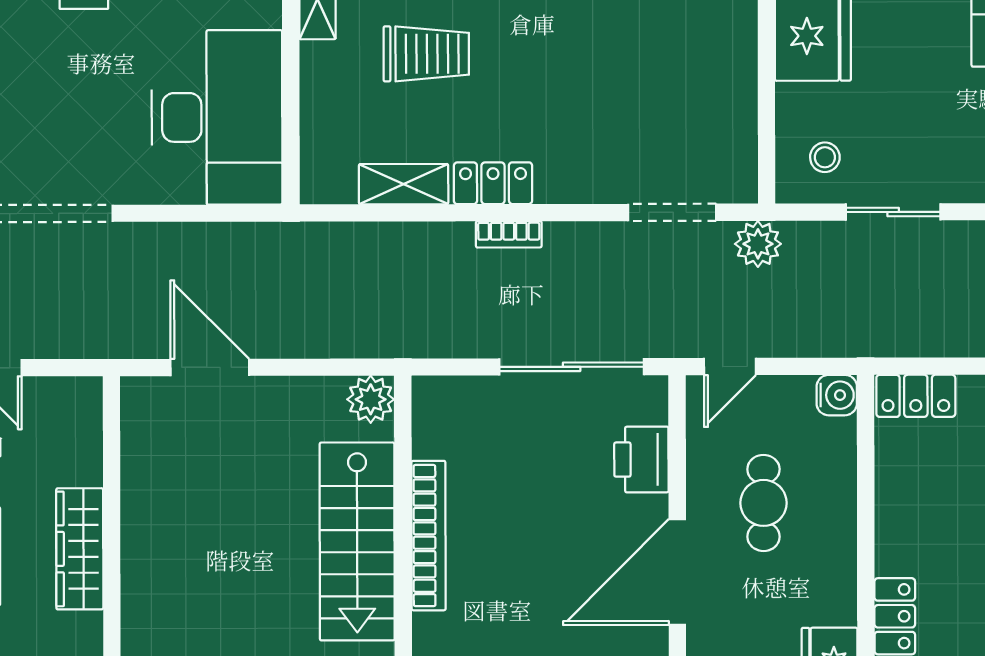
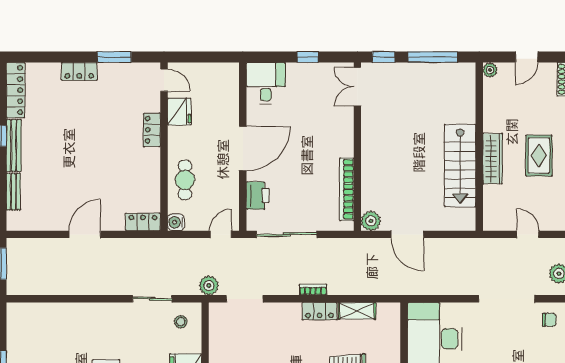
door: (210, 367) -> (407, 234), moved
cafe table: (763, 503) -> (185, 180), moved
bookcase: (429, 536) -> (347, 189), moved
stairs: (357, 541) -> (460, 166), moved, turned 180

